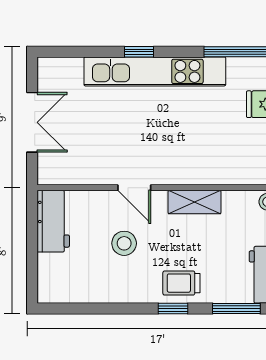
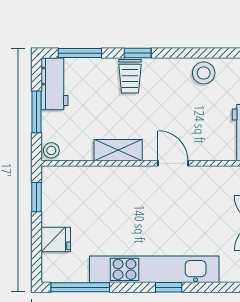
stool: (124, 243) -> (204, 73), moved
trolley: (181, 283) -> (130, 76), turned 90

